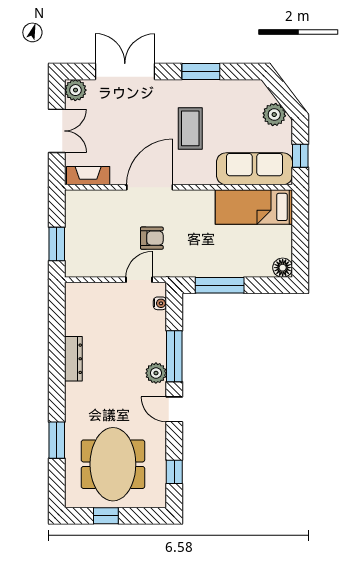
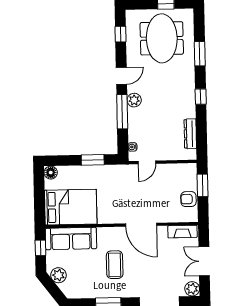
door: (150, 187) -> (141, 225), hinge flipped
bed: (254, 207) -> (71, 207), width x1.50
armchair: (152, 238) -> (188, 199), moved
window: (220, 285) -> (93, 160), width x0.69
dresser: (73, 359) -> (190, 134), moved
window: (57, 376) -> (201, 97), added
door: (174, 409) -> (121, 76), hinge flipped

